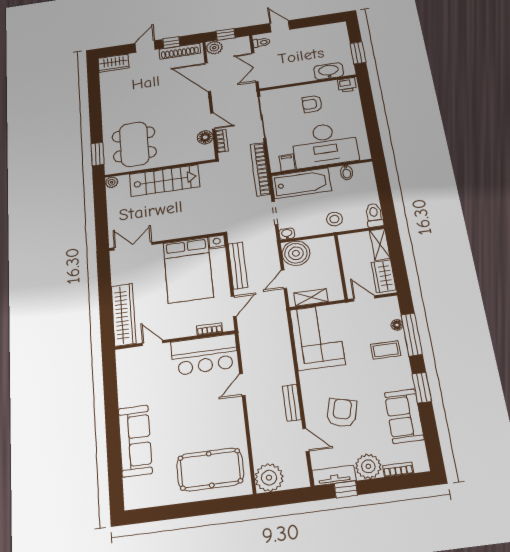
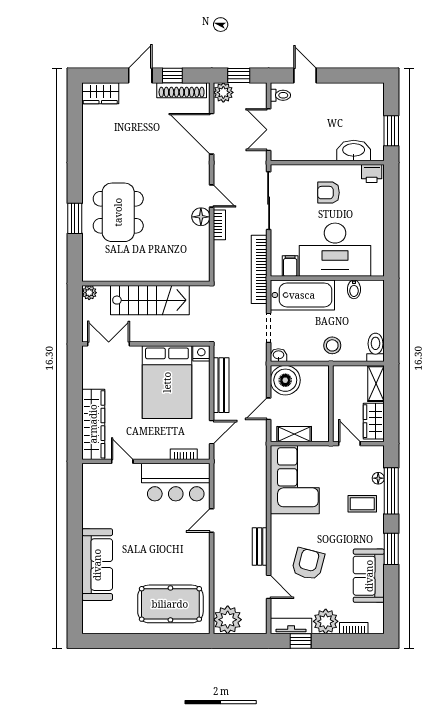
wall: (160, 168) -> (146, 283), moved
stairs: (165, 180) -> (150, 300), moved
plant: (112, 182) -> (89, 293), moved

